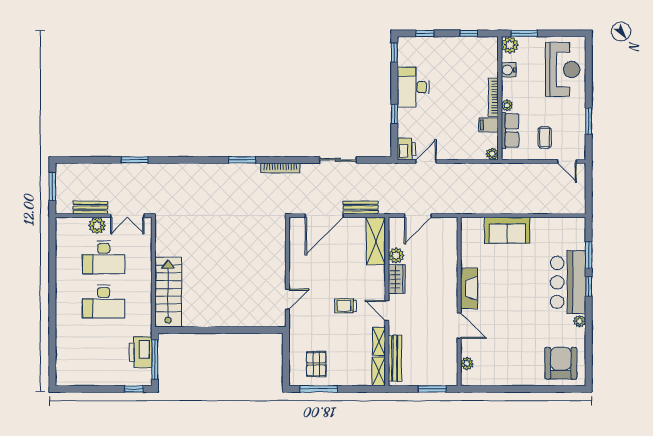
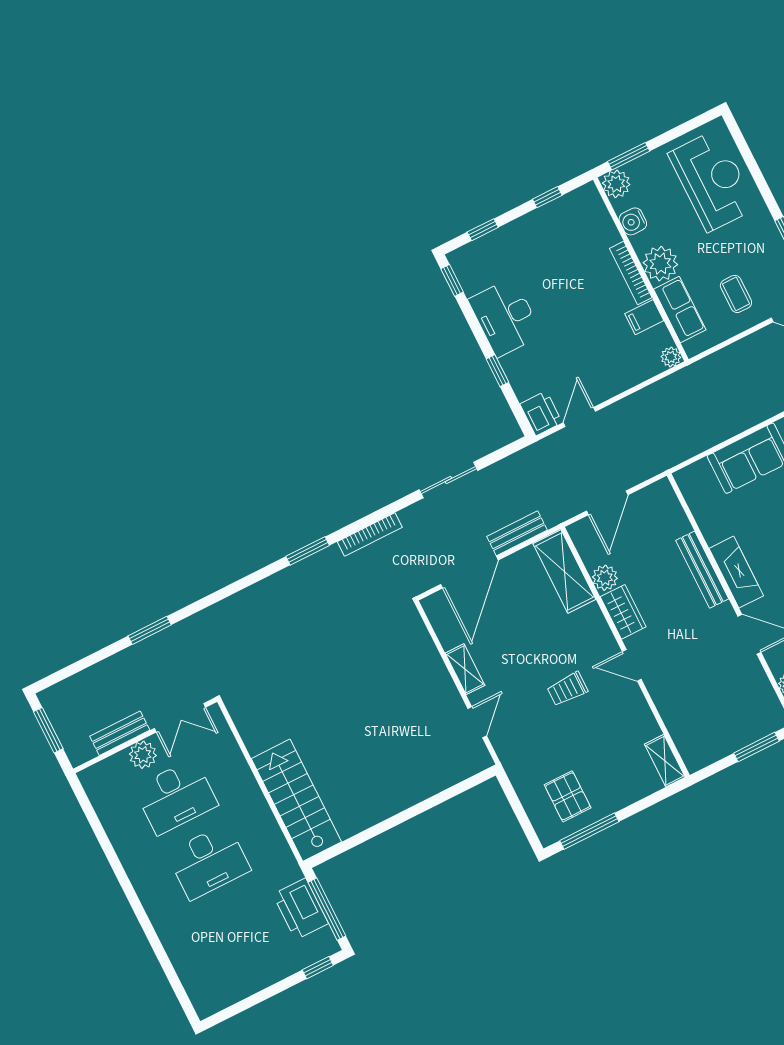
plant: (507, 105) -> (660, 264), width x1.87, depth x1.87
shelving: (379, 341) -> (465, 669), moved
bench: (395, 358) -> (702, 570), moved

